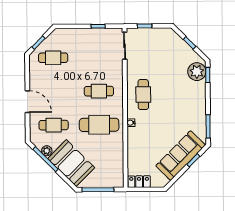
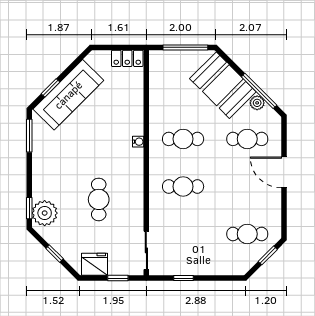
fridge: (161, 36) -> (95, 264), added
cafe table: (143, 95) -> (99, 199), moved
cafe table: (99, 125) -> (183, 139), width x0.73, depth x0.74

